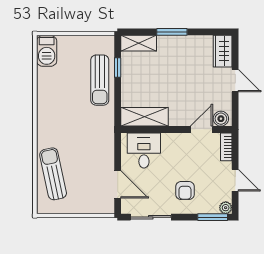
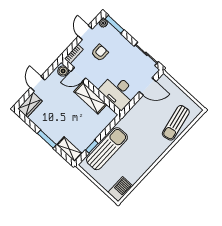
sun lounger: (100, 80) -> (107, 149), width x1.36, depth x1.34
shelving: (145, 117) -> (90, 98), moved
desk: (144, 150) -> (118, 91), width x1.37
door: (118, 184) -> (148, 87), swing flipped
armchair: (185, 190) -> (100, 53), moved

